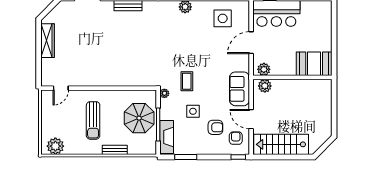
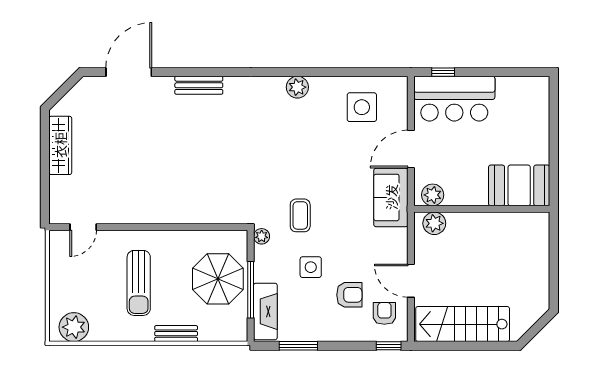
sofa: (240, 89) -> (391, 197), moved

